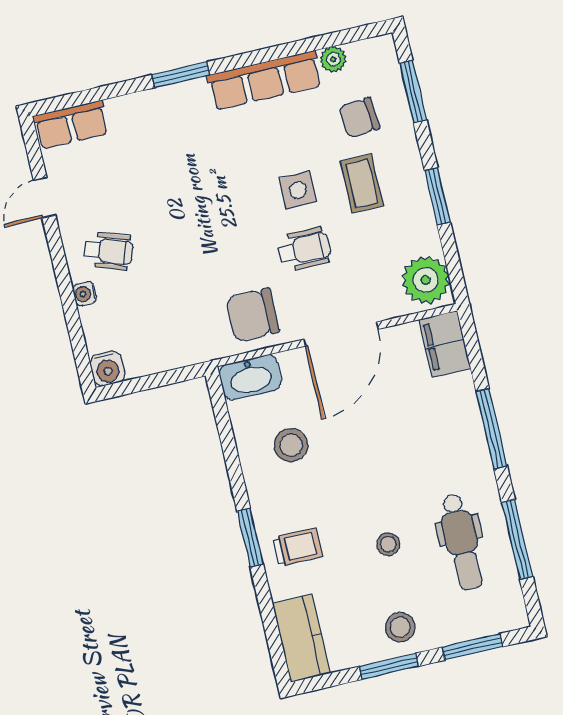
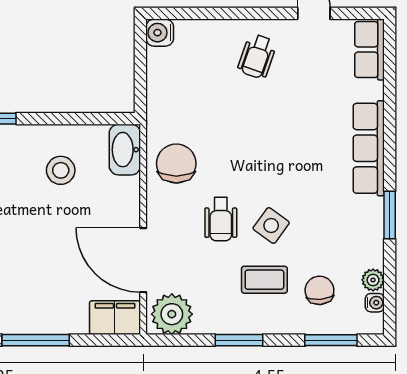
window: (181, 75) -> (390, 215), moved
row of seats: (265, 80) -> (369, 148), moved
side table: (298, 190) -> (271, 226), turned 36
water cooler: (85, 294) -> (375, 303), moved, turned 90
door: (341, 334) -> (143, 260), moved

